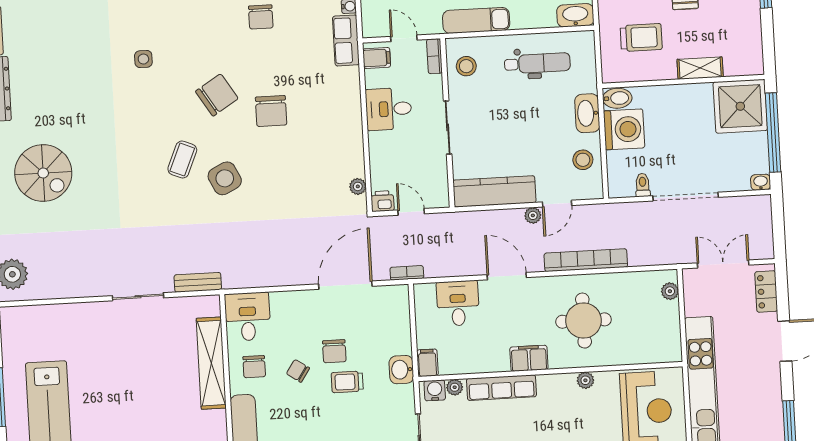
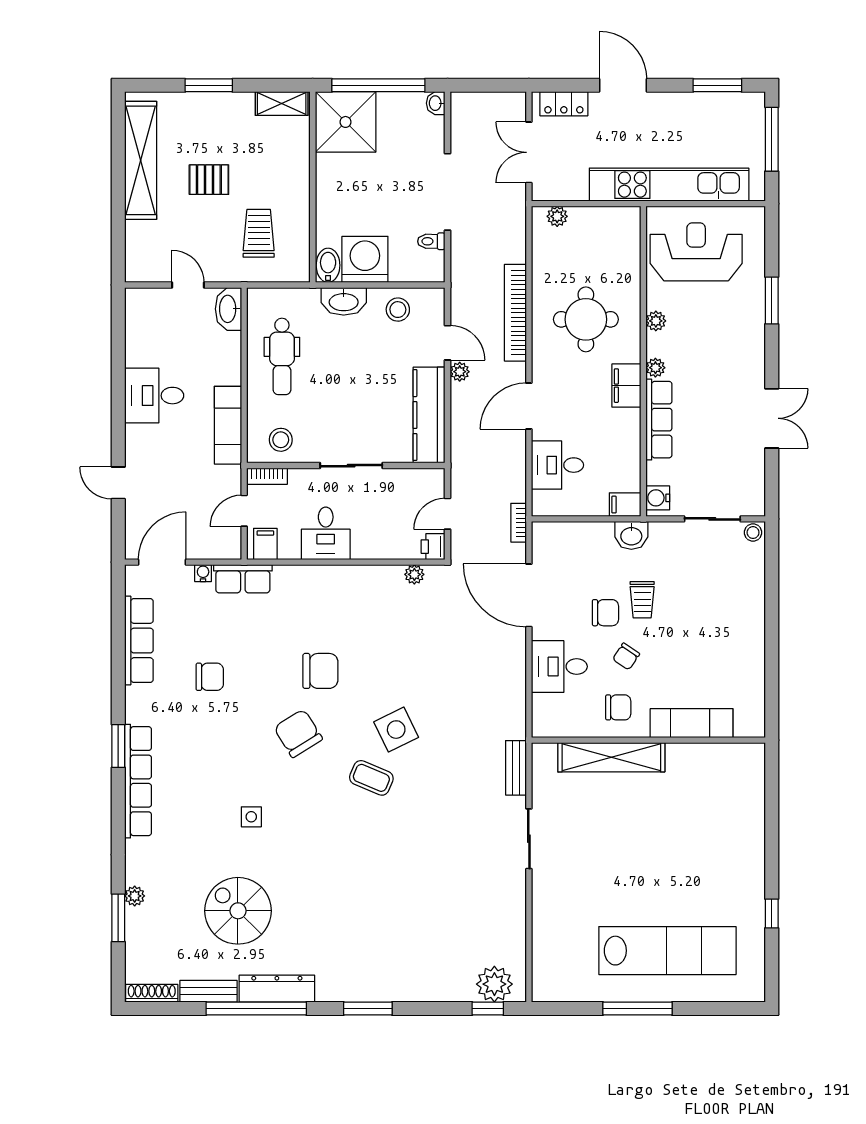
dental chair: (537, 63) -> (282, 356), turned 180
shelving: (700, 68) -> (282, 104), moved, turned 90
spiral stairs: (43, 173) -> (238, 911), moved, turned -90
desk: (248, 317) -> (559, 667), moved
plant: (455, 387) -> (655, 368), moved

